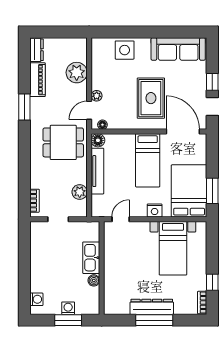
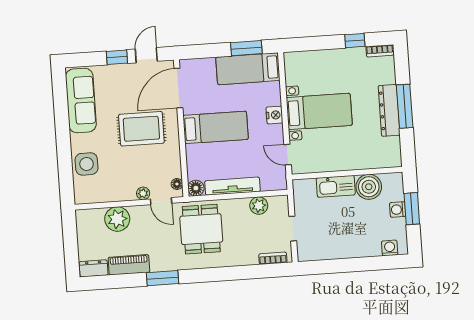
bed: (189, 191) -> (248, 69), width x0.67
bed with nightstands: (173, 248) -> (319, 111), moved
boiler: (94, 280) -> (369, 187), width x1.86, depth x1.86

